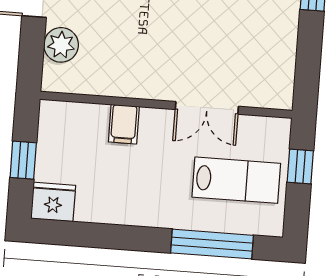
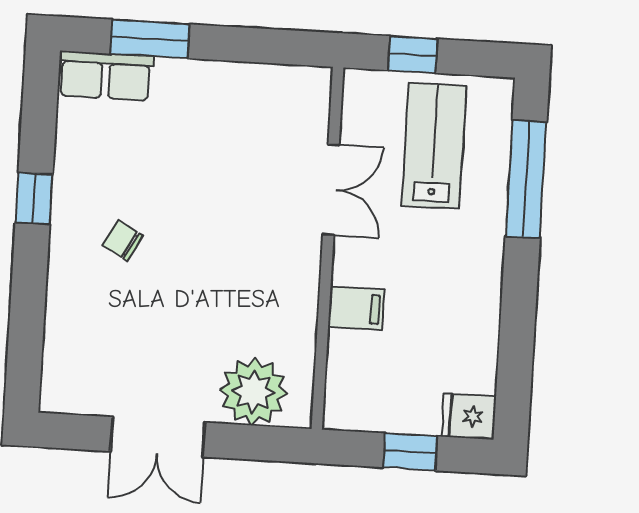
plant: (61, 45) -> (254, 392), width x1.36, depth x1.36
fridge: (53, 202) -> (469, 416), width x0.72

